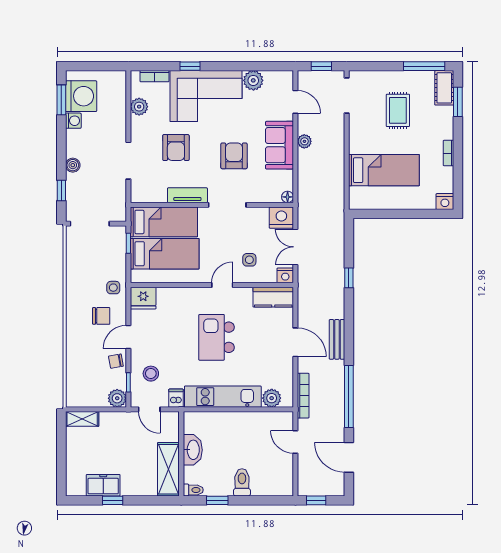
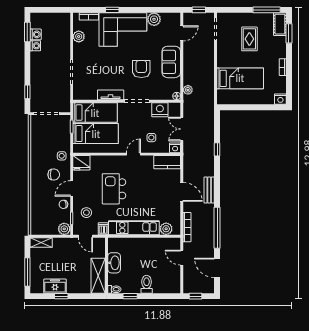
washing machine: (81, 96) -> (36, 34), width x0.53, depth x0.53
door: (295, 102) -> (182, 33), hinge flipped
plant: (304, 141) -> (188, 90), moved
armchair: (176, 148) -> (103, 64), removed
boiler: (73, 165) -> (35, 75), removed
nightstand: (281, 218) -> (160, 110), moved
kitchen island: (216, 337) -> (114, 189), moved
window: (61, 464) -> (27, 272), added

